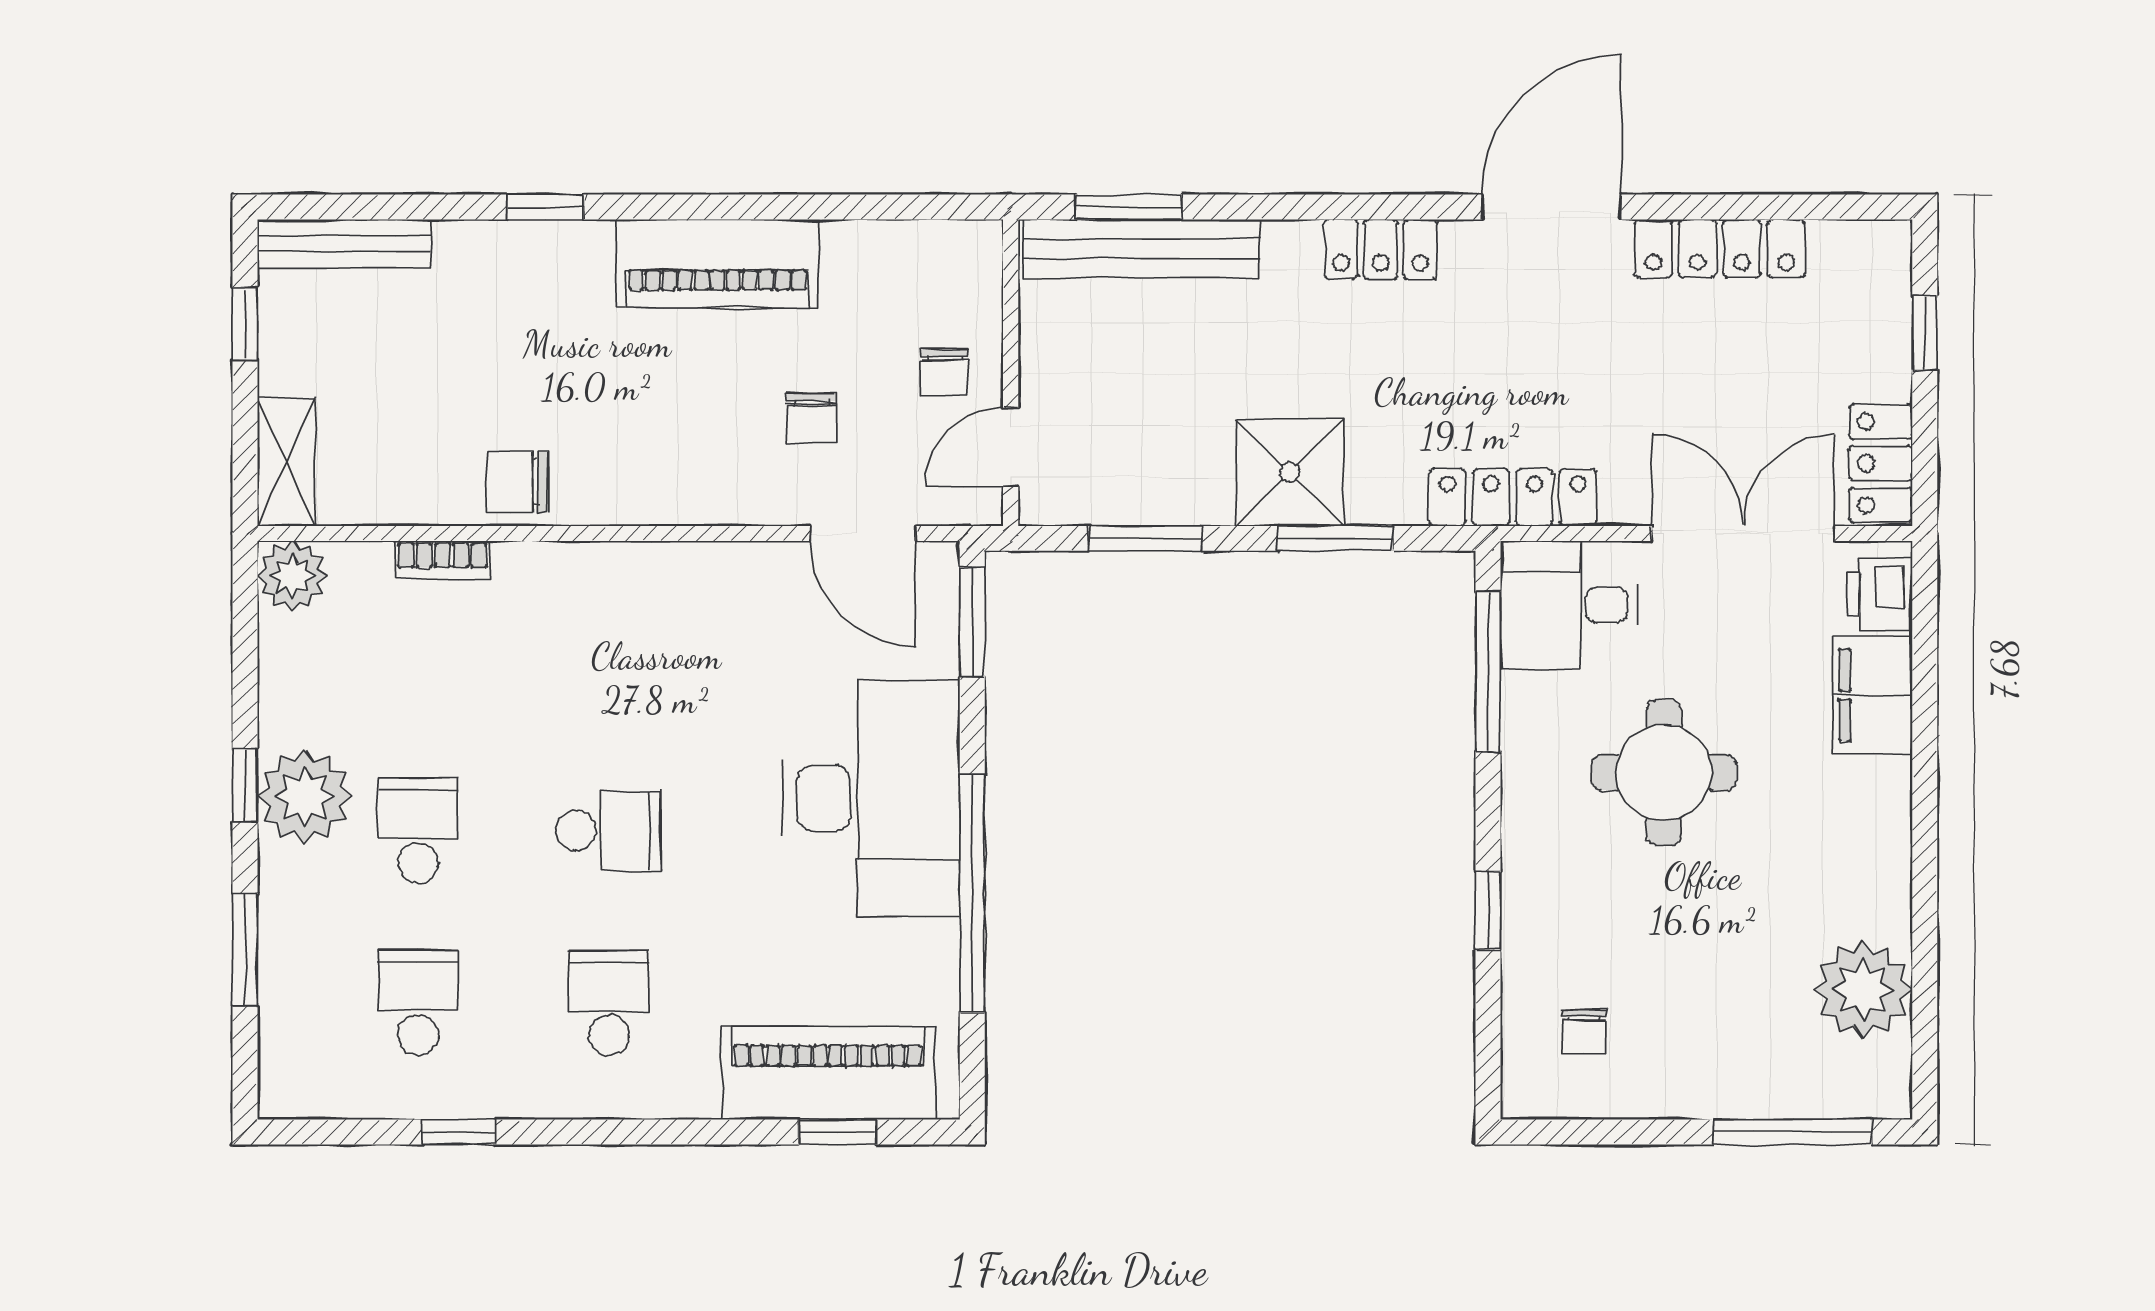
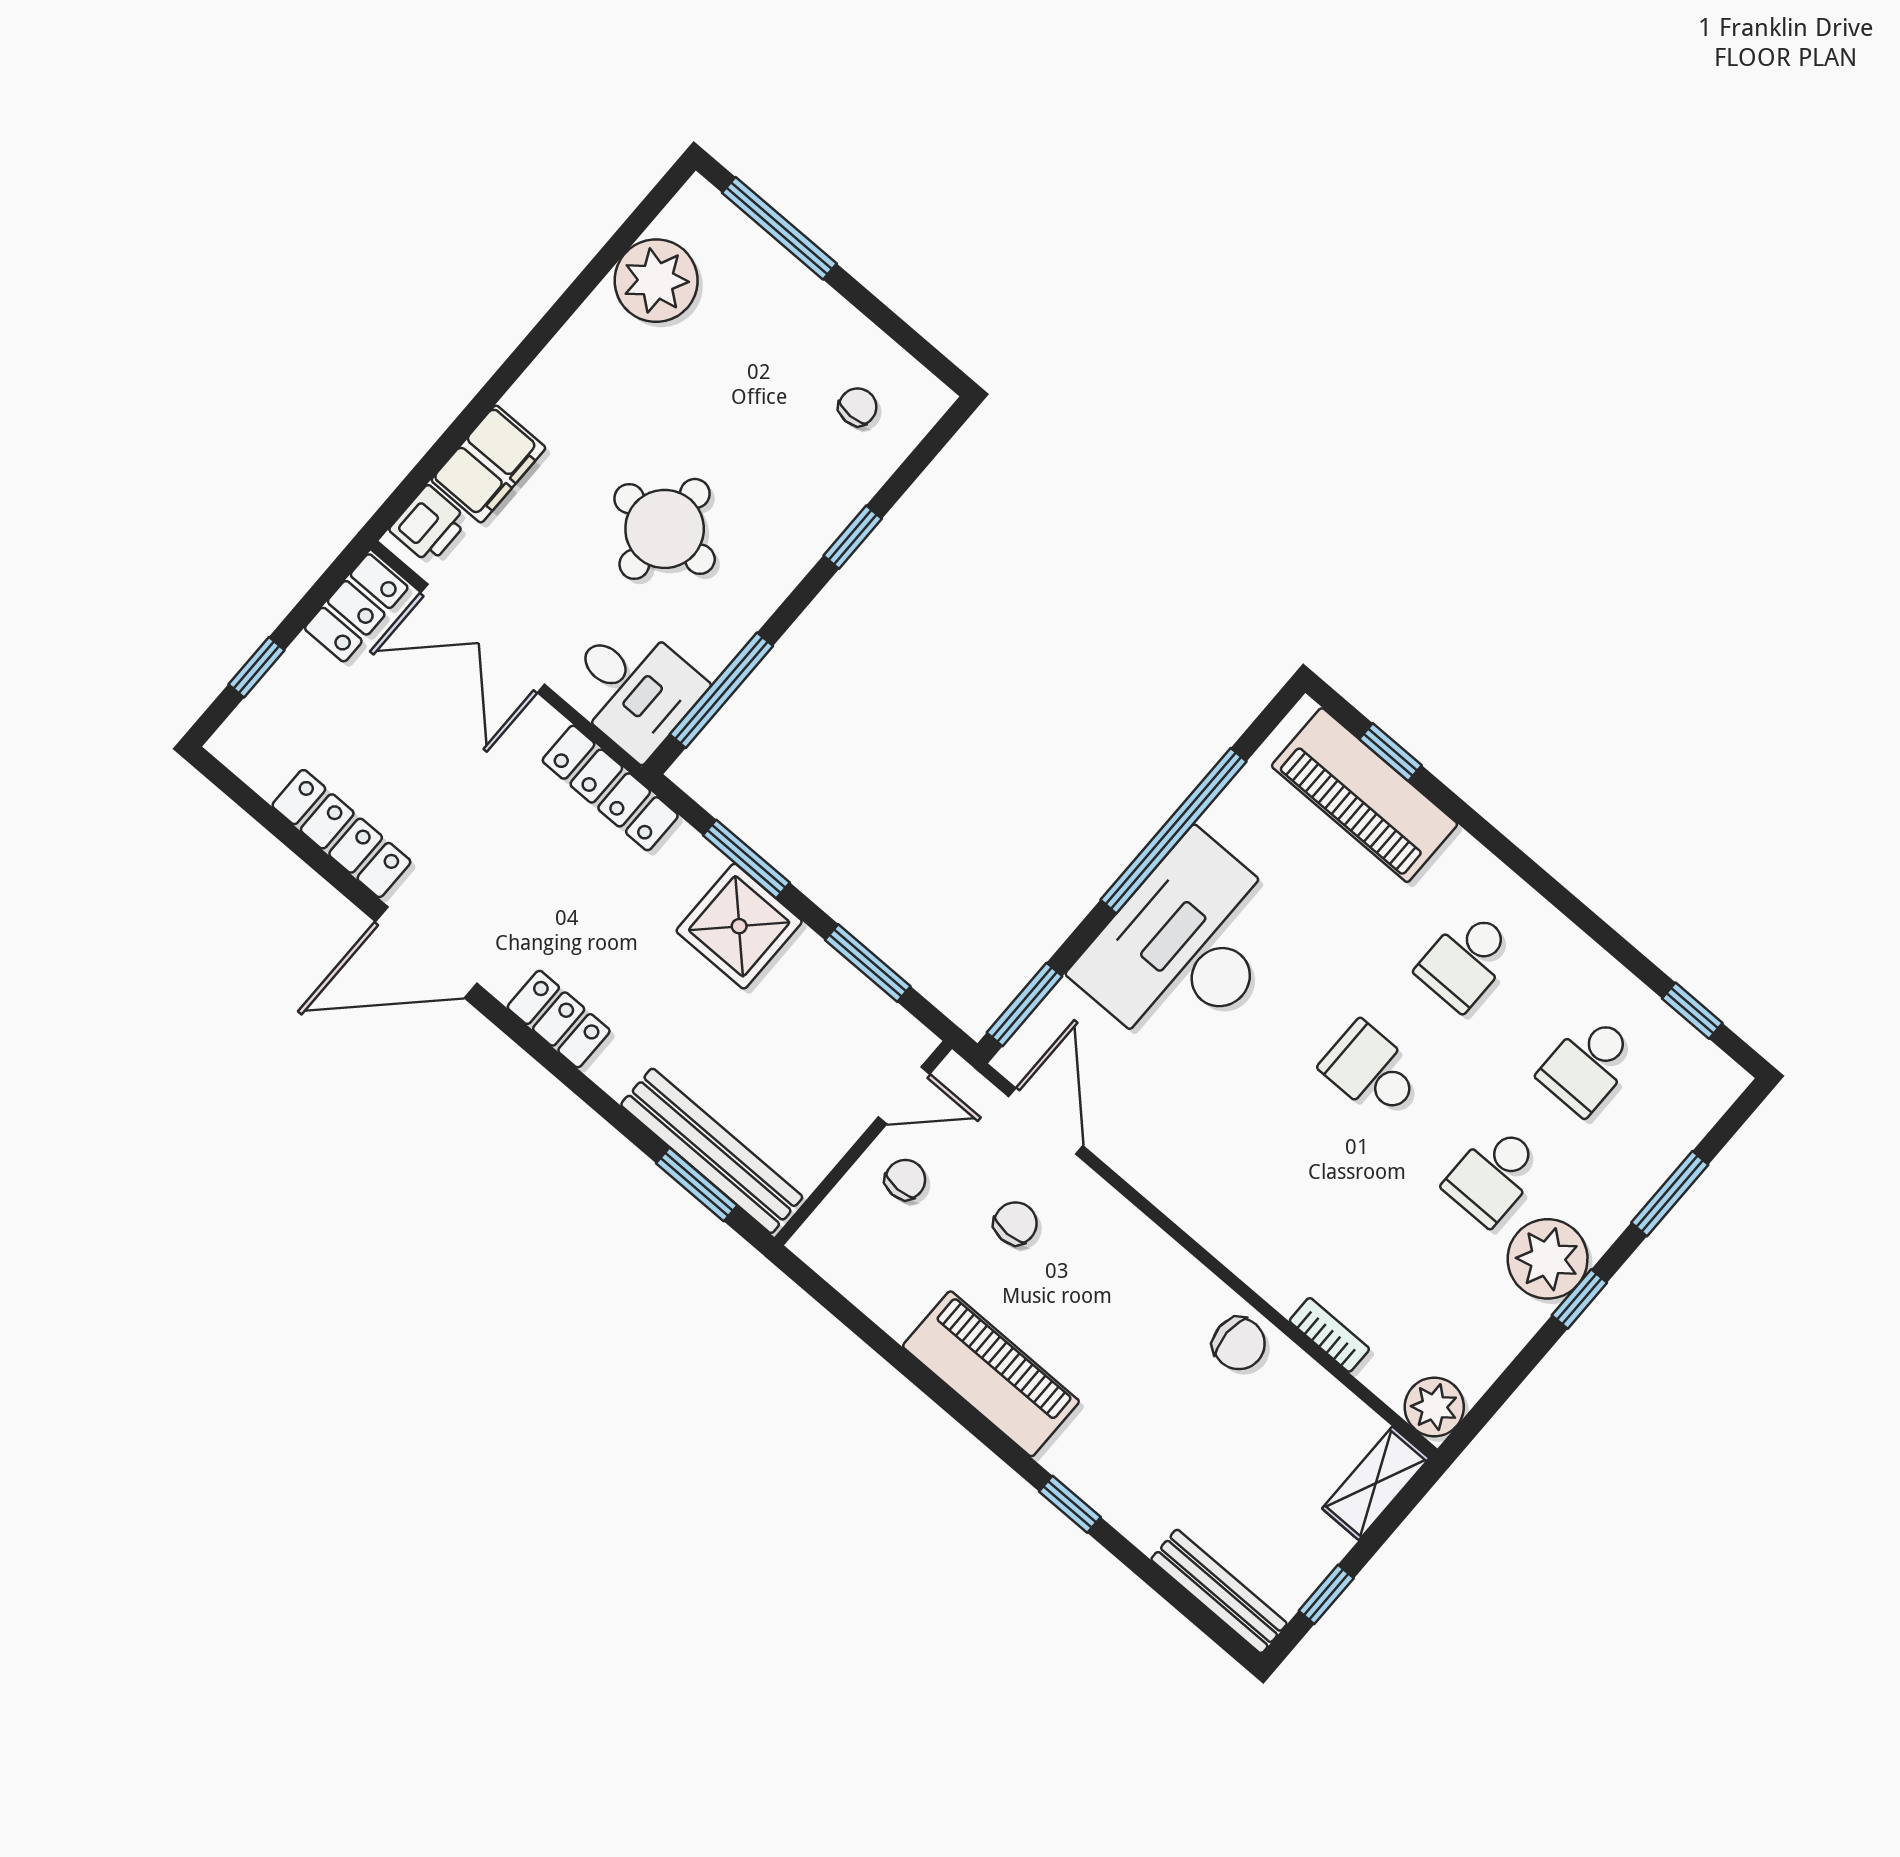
window: (459, 1132) -> (1692, 1011), moved

